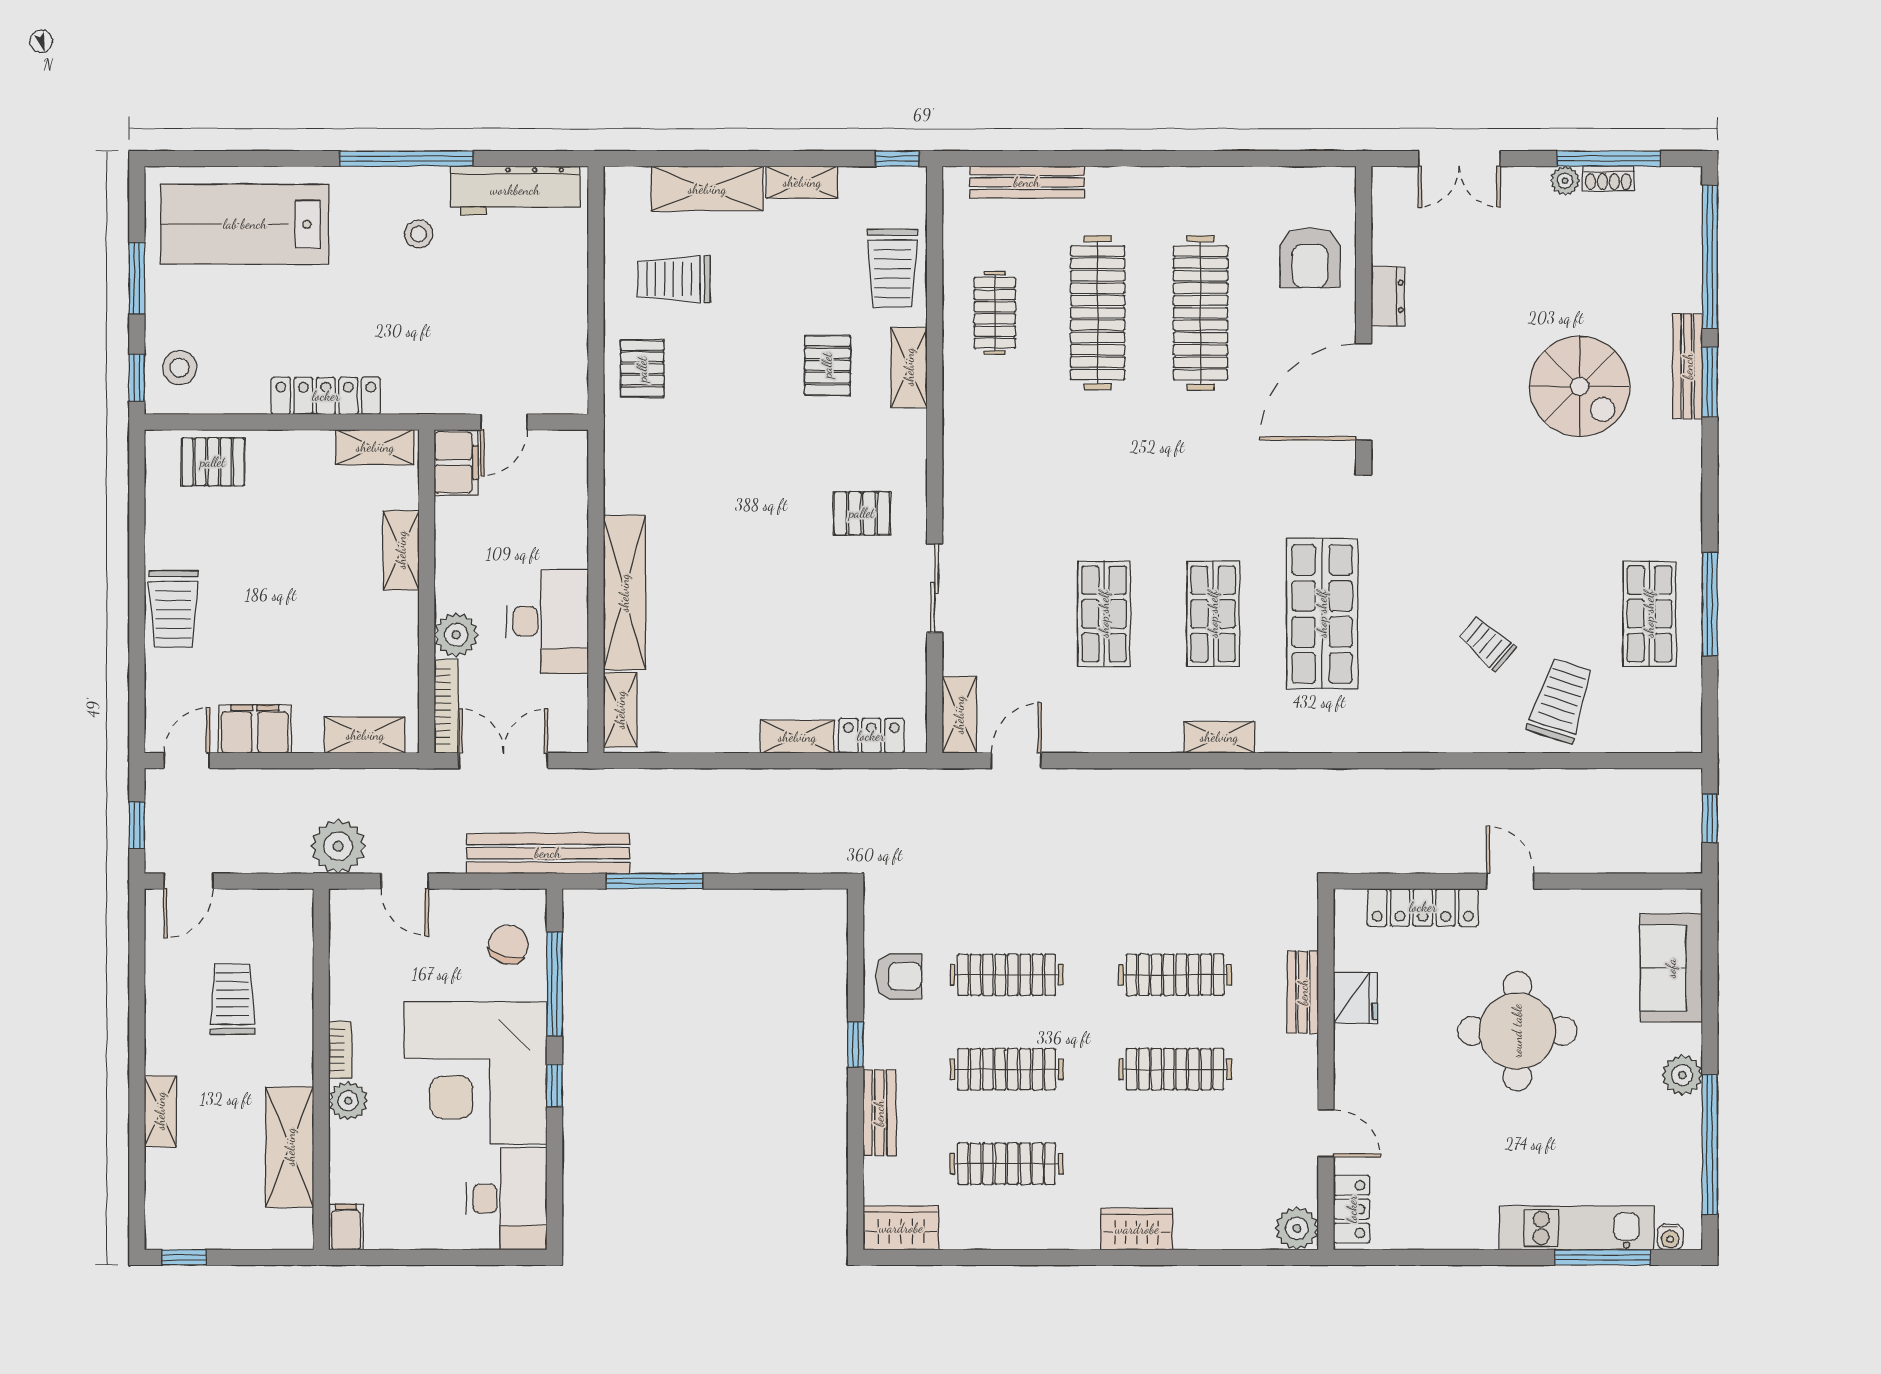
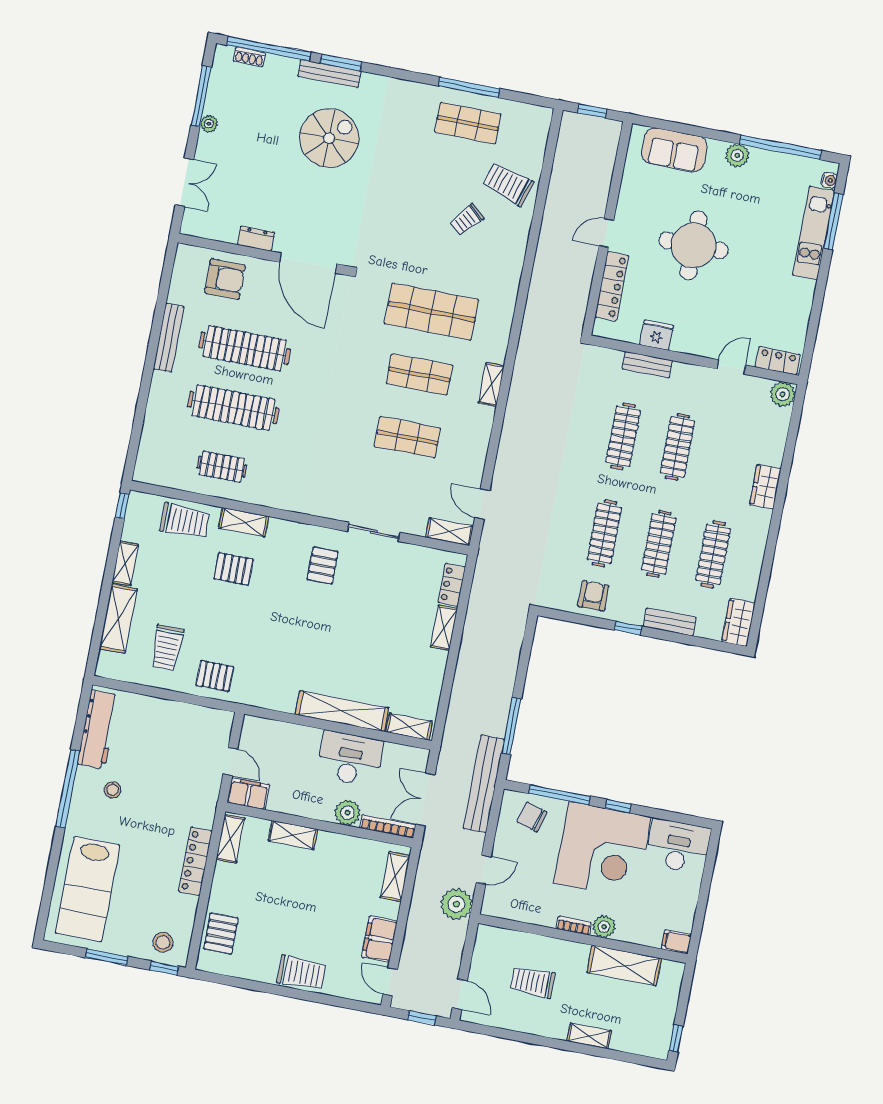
shoe rack: (1608, 179) -> (249, 57), moved, turned 90
bench: (1027, 182) -> (169, 338), moved

